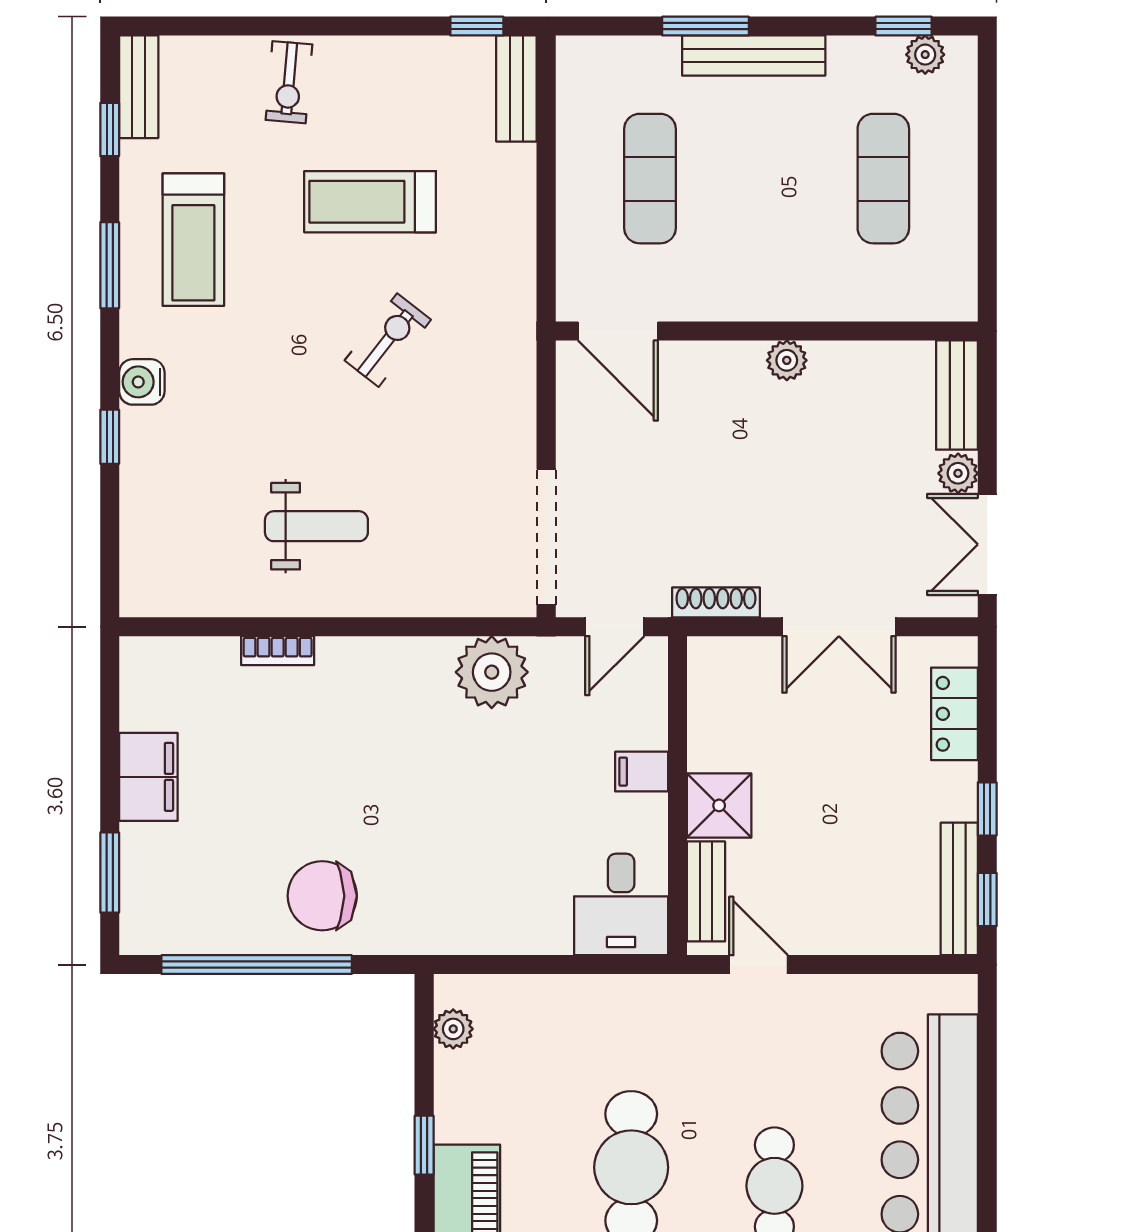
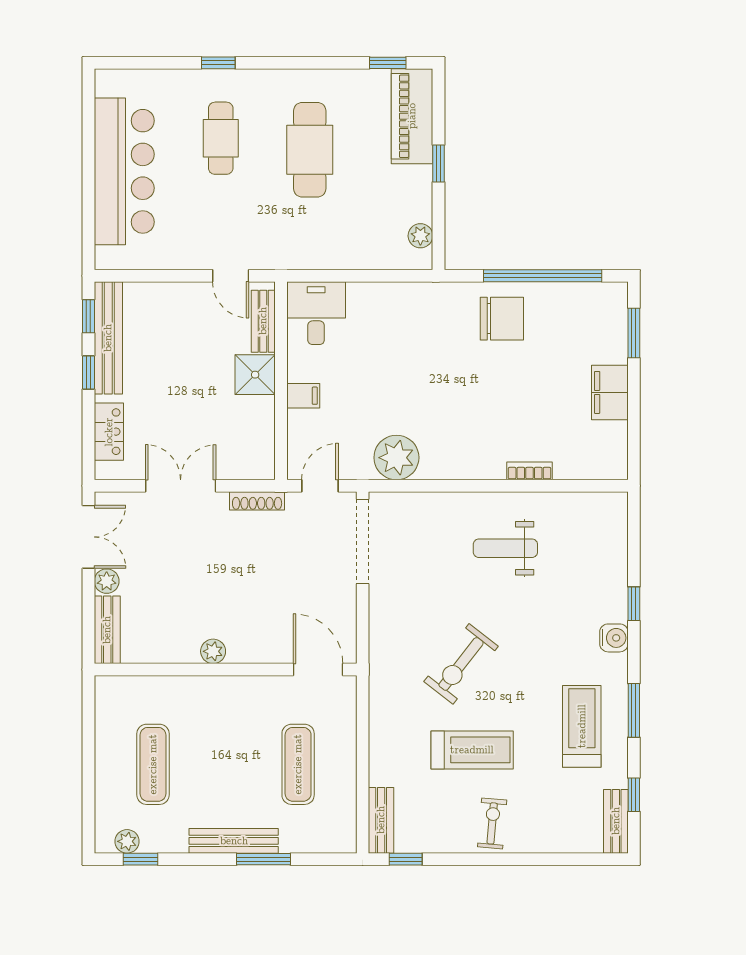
exercise bike: (289, 82) -> (492, 823), moved
exercise bike: (388, 340) -> (461, 664), width x1.38, depth x1.39
bench: (959, 889) -> (108, 338), width x1.37, depth x1.21

